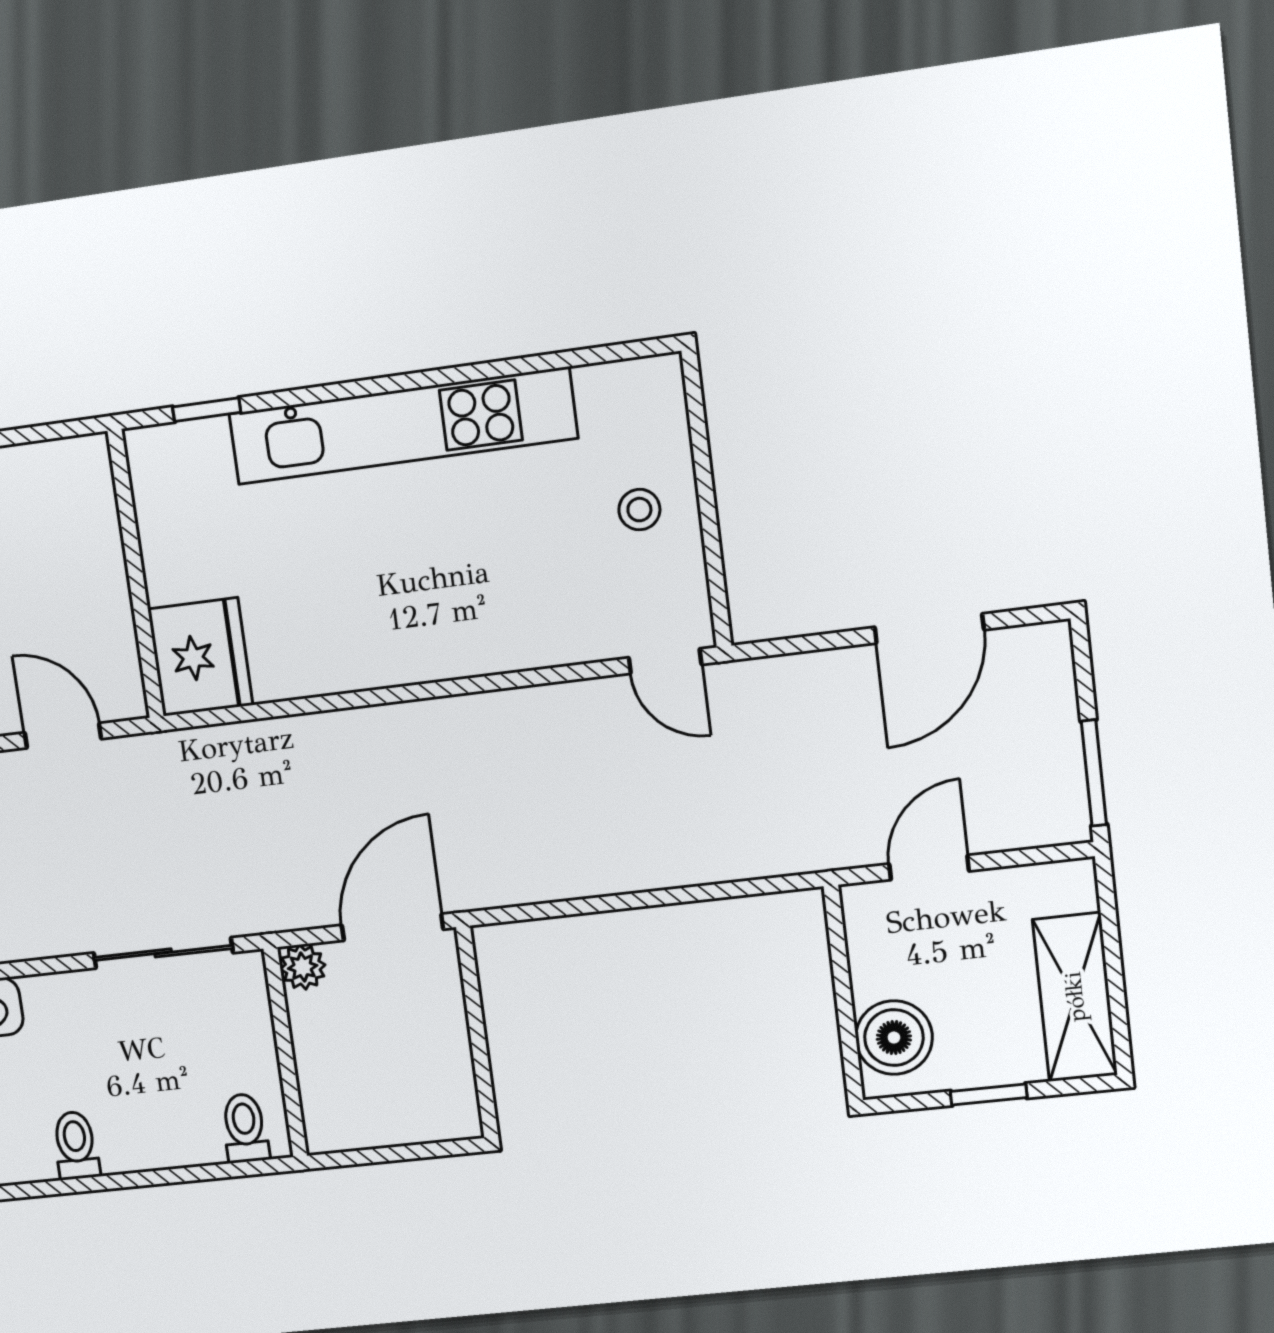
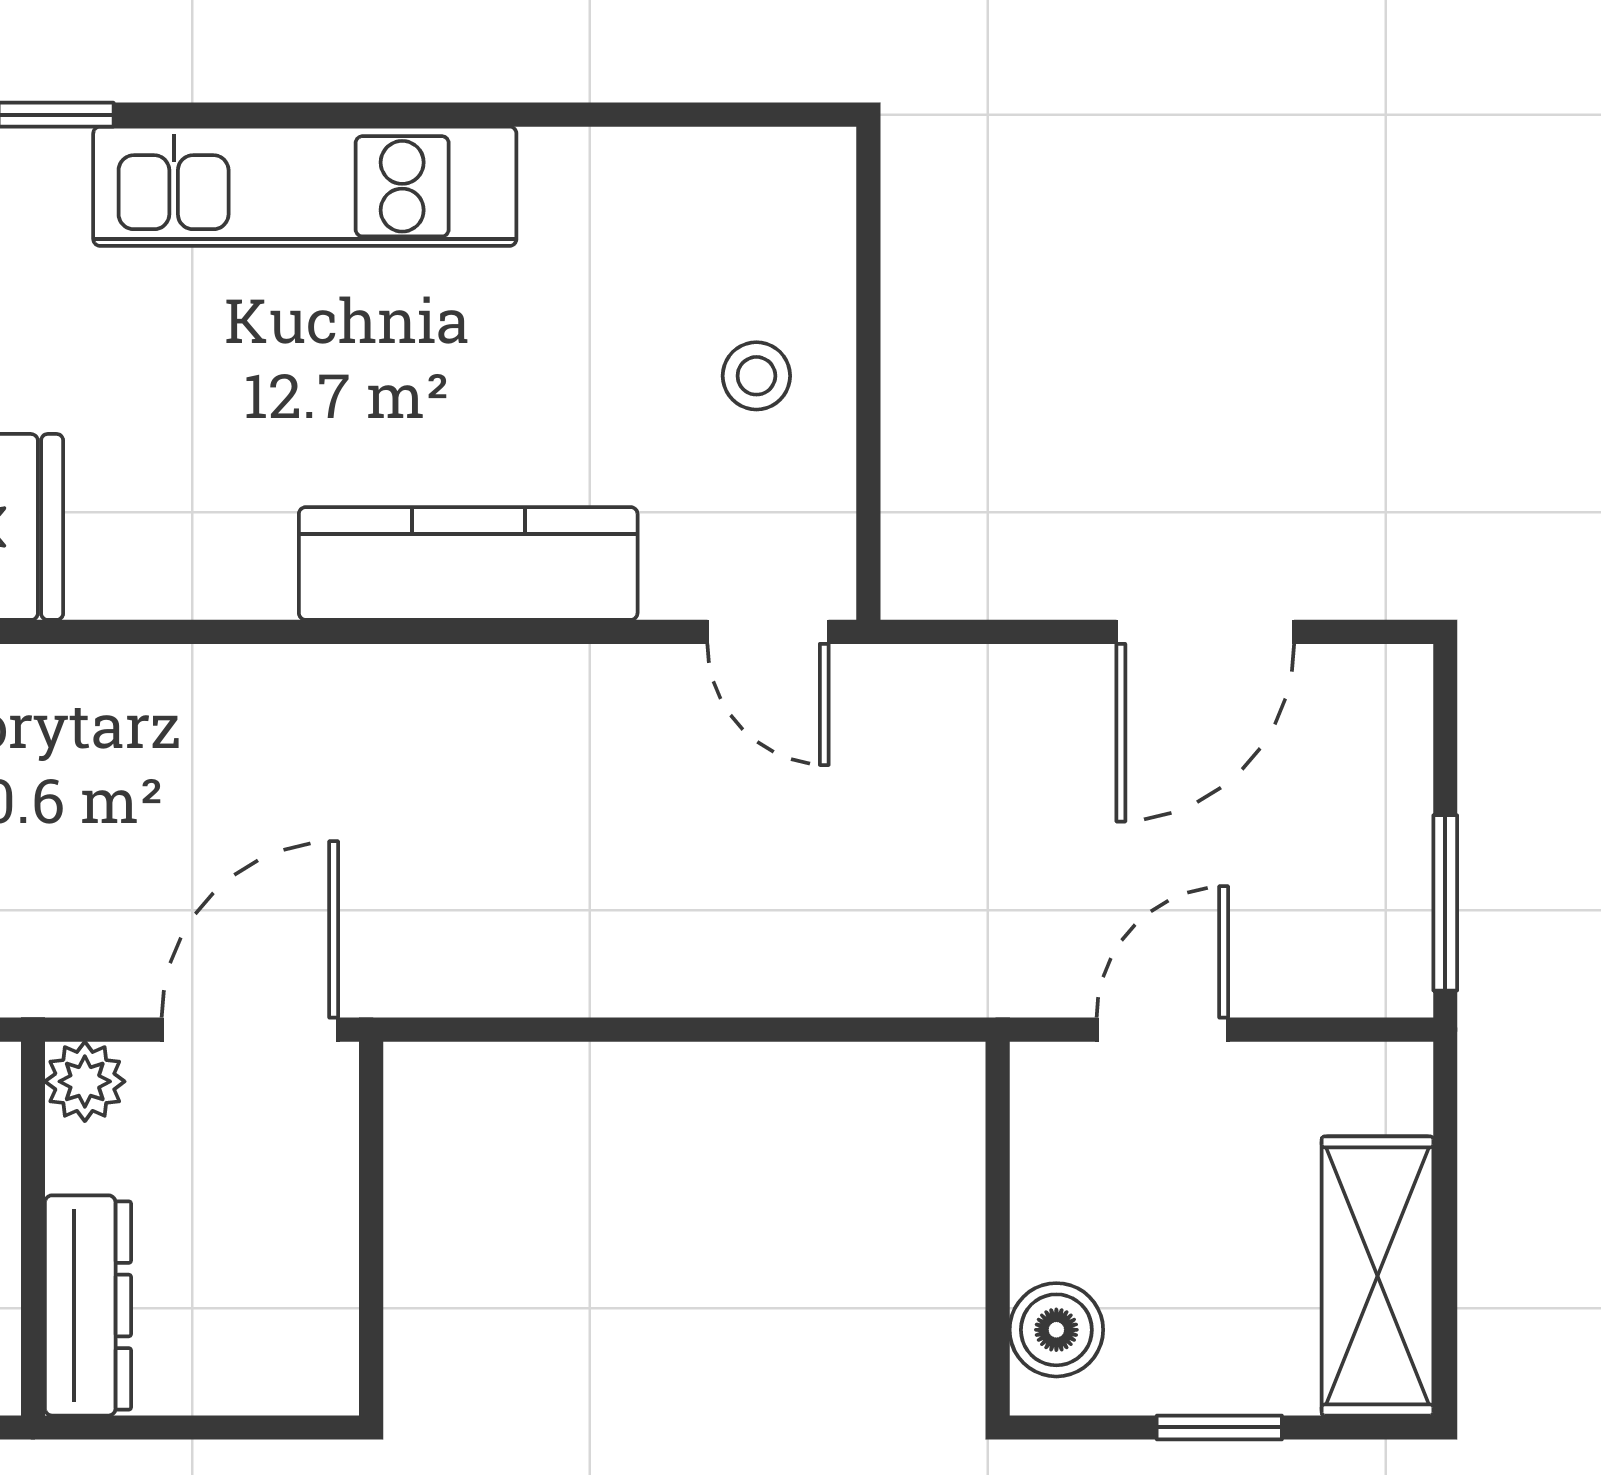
kitchen unit: (402, 426) -> (305, 186), width x0.73
kitchen counter: (483, 643) -> (468, 563), added
boiler: (894, 1038) -> (1056, 1330), width x0.73, depth x0.73
dresser: (322, 1092) -> (88, 1305), added

